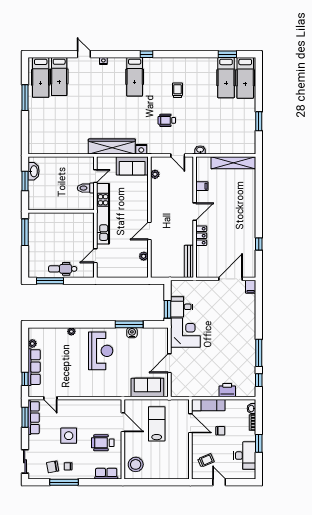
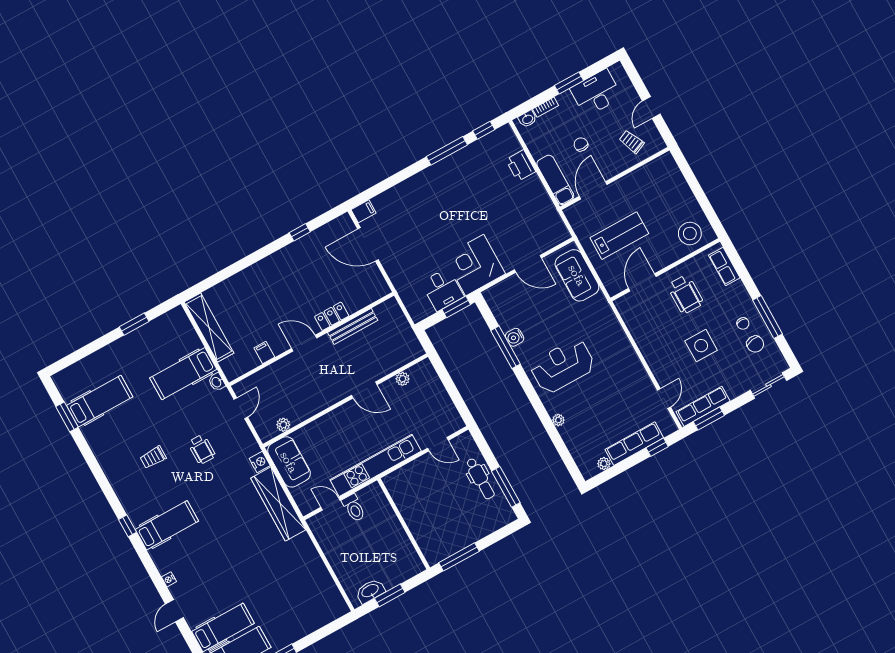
hospital bed: (245, 78) -> (183, 374), moved, turned 180
bench: (189, 261) -> (353, 326), moved
lab bench: (157, 424) -> (619, 236), turned 180

